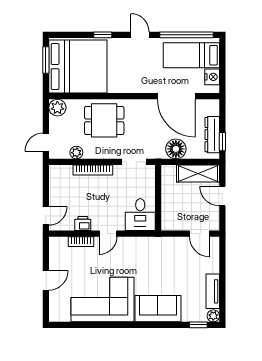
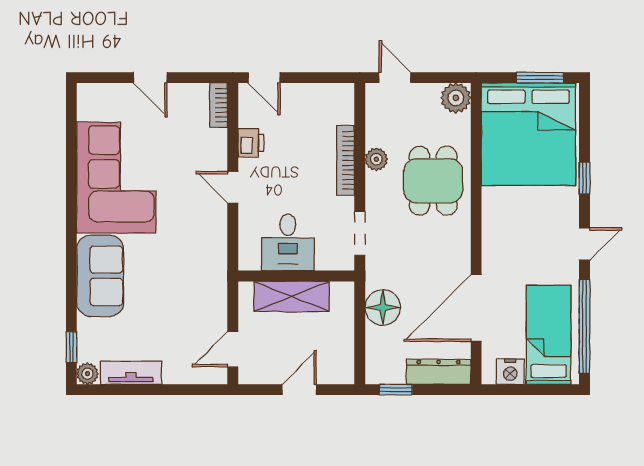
dresser: (212, 135) -> (439, 372), moved
plant: (76, 153) -> (376, 159), moved
shelving: (198, 173) -> (292, 296), moved, turned 90
desk: (140, 215) -> (288, 242), moved, turned -90
bookcase: (81, 242) -> (219, 105), moved

